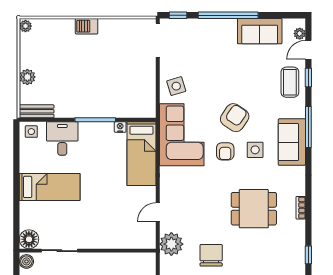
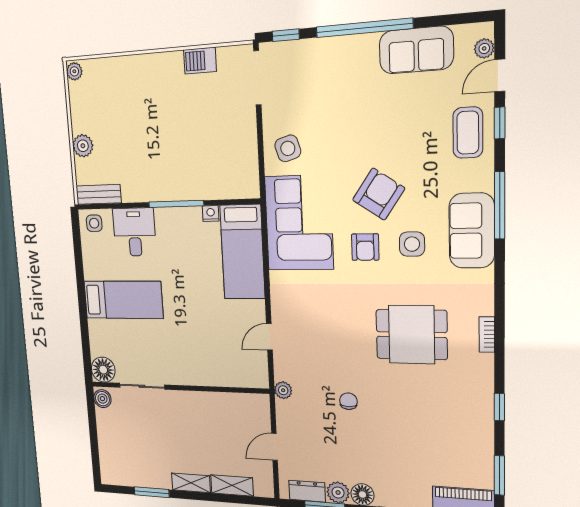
barbecue: (87, 26) -> (200, 61), moved
plant: (171, 244) -> (283, 390), width x0.53, depth x0.53
chair: (211, 255) -> (348, 401), width x0.54, depth x0.54

